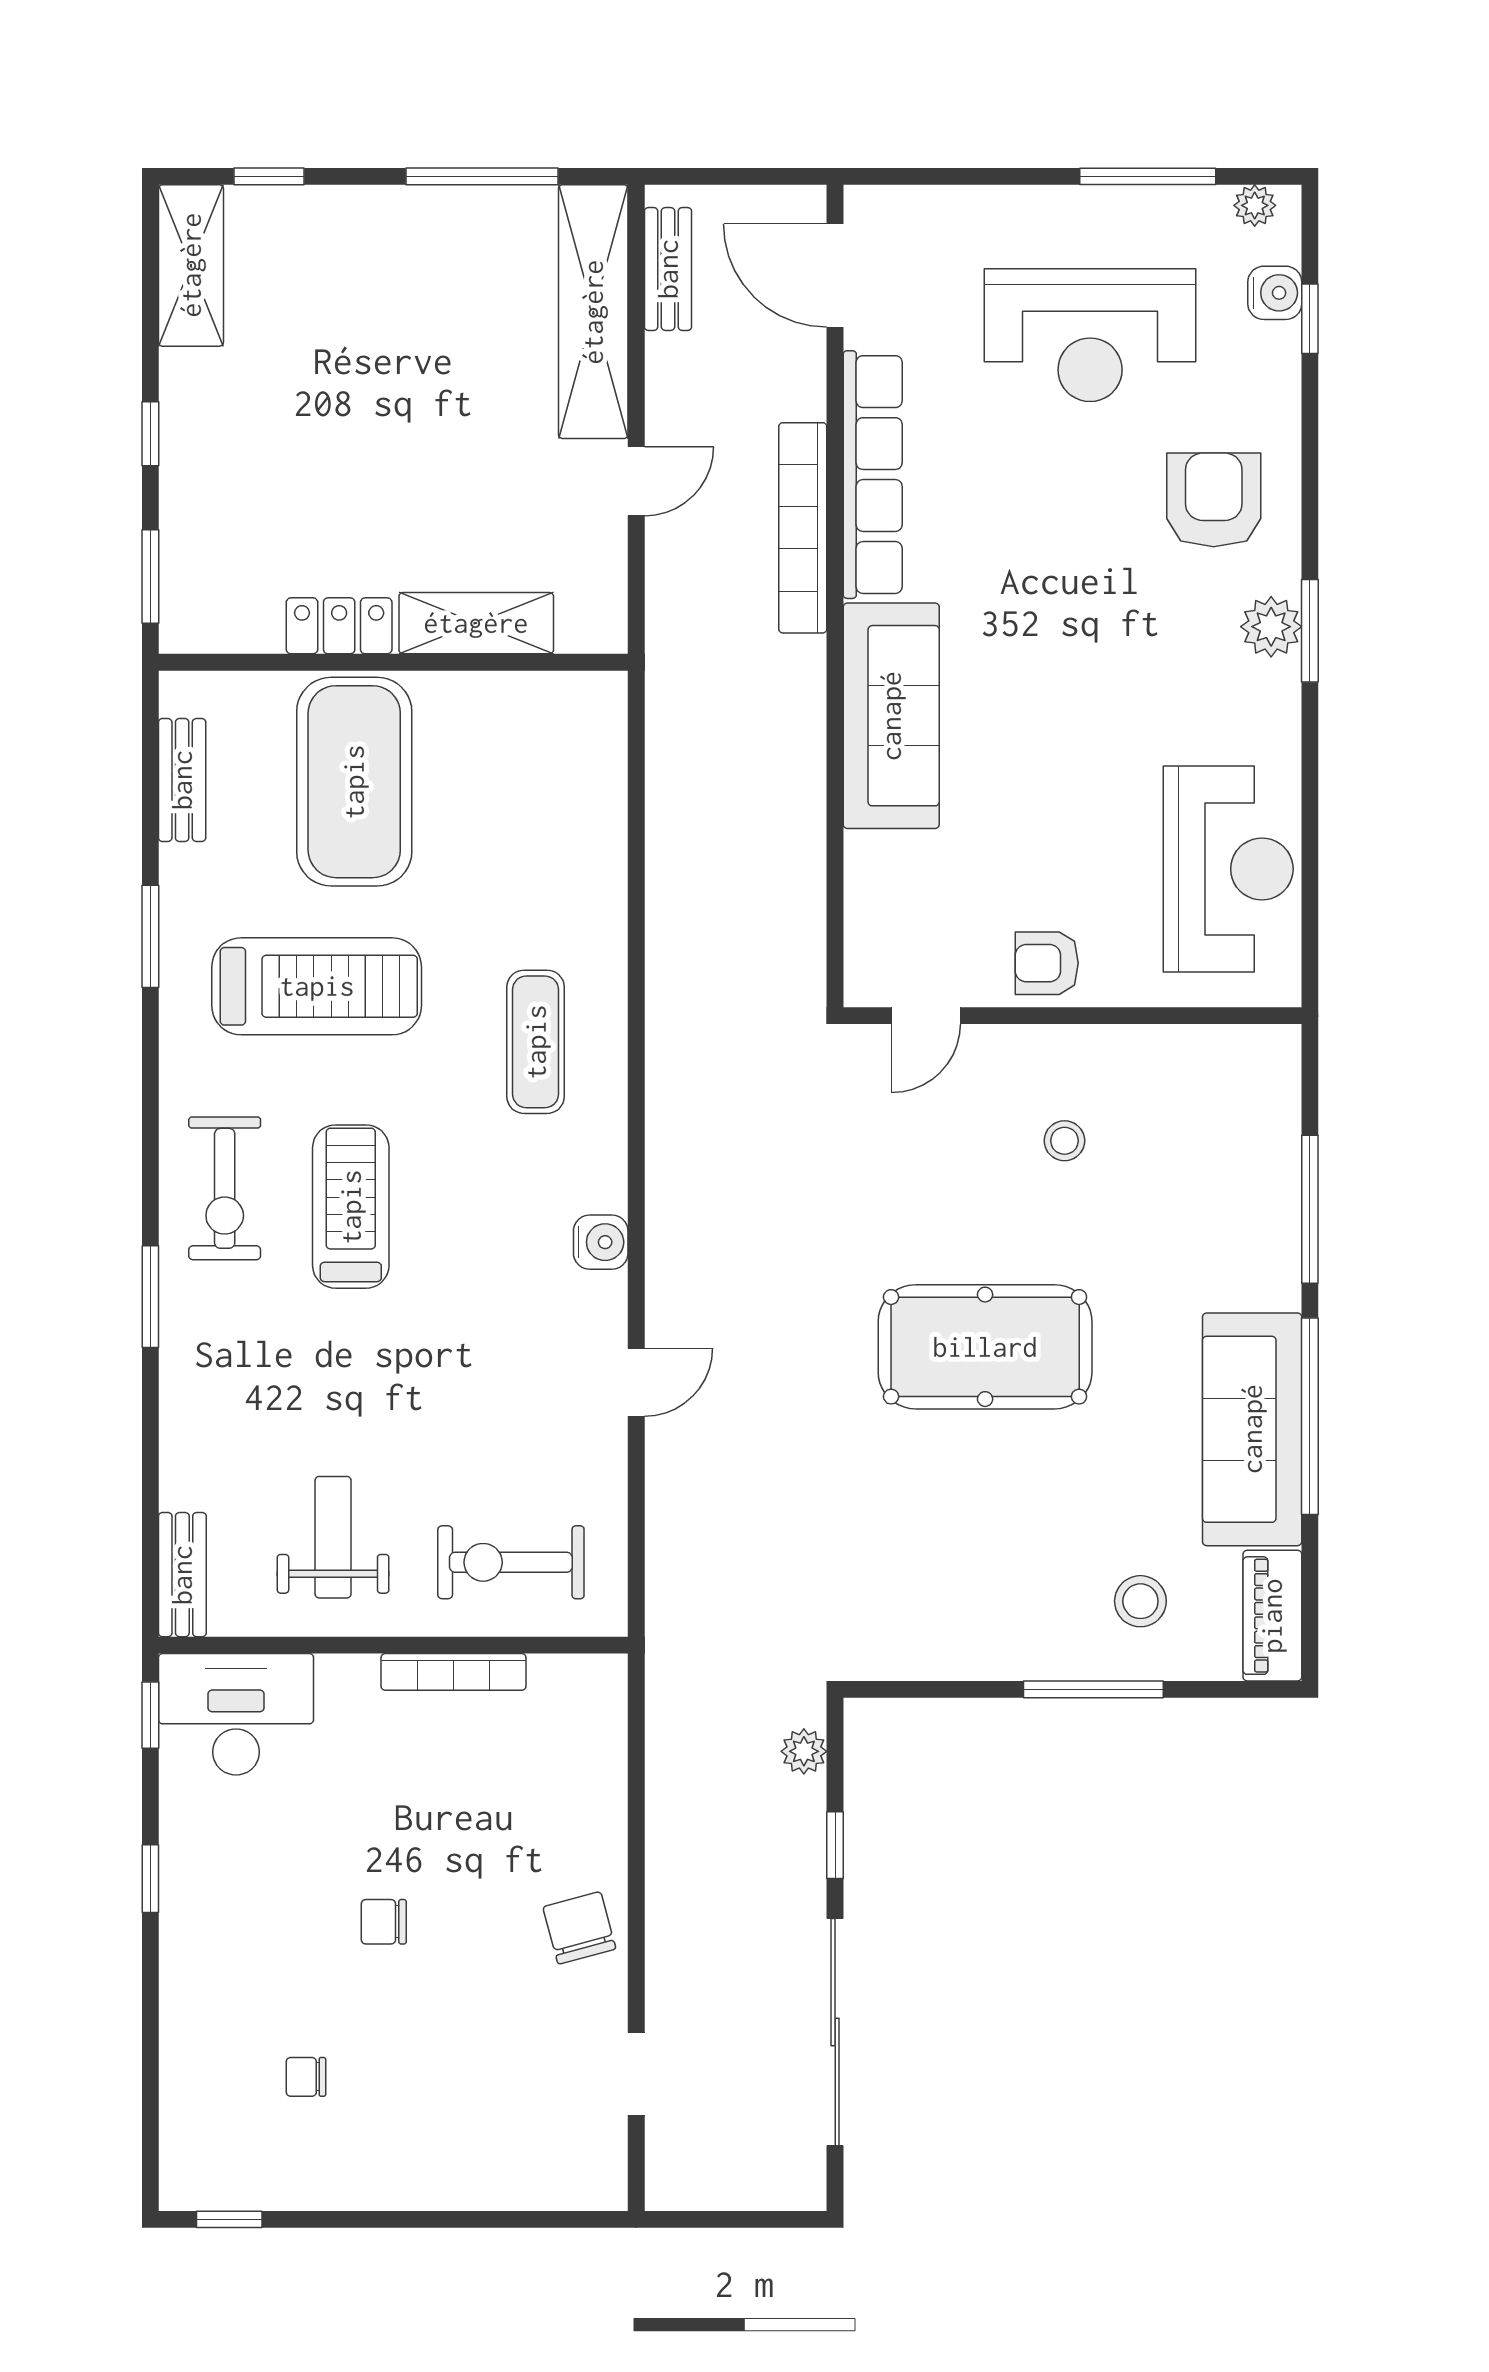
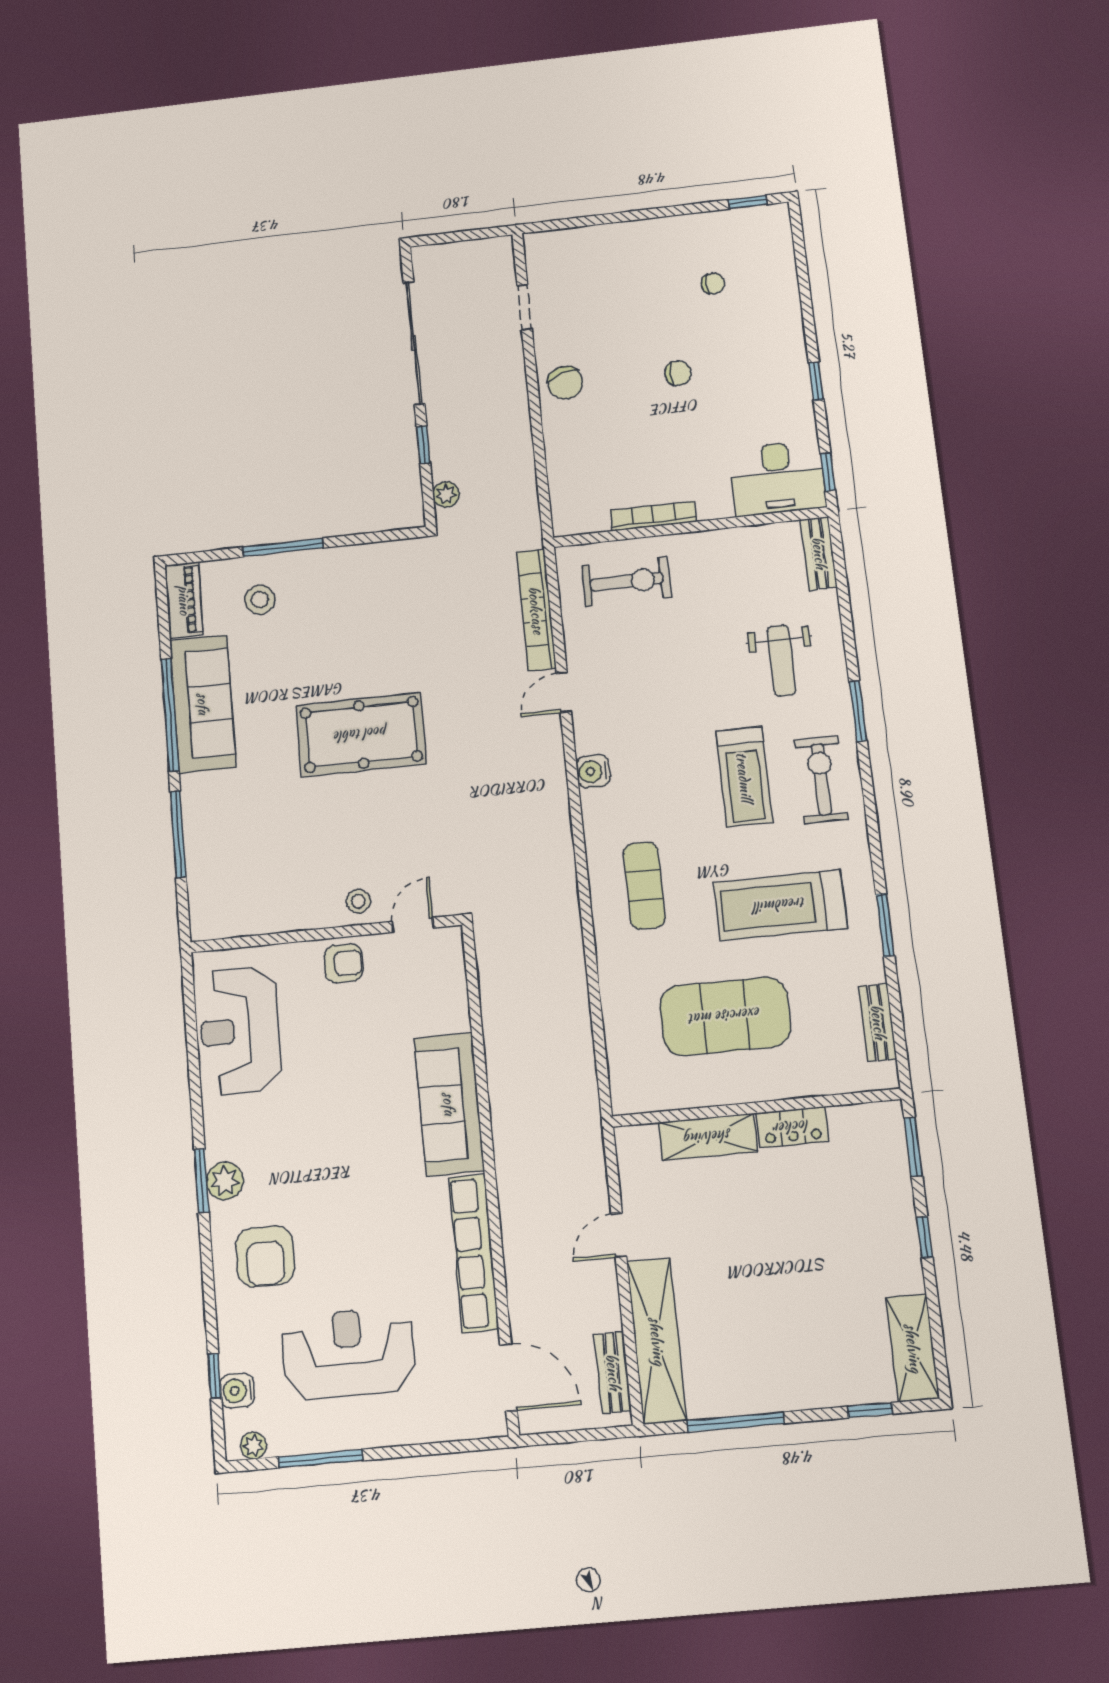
bookcase: (803, 528) -> (536, 610), moved, turned 180
exercise mat: (354, 782) -> (725, 1016), moved, turned 90
stool: (1064, 1141) -> (358, 901), moved
weight bench: (333, 1537) -> (781, 661), moved

